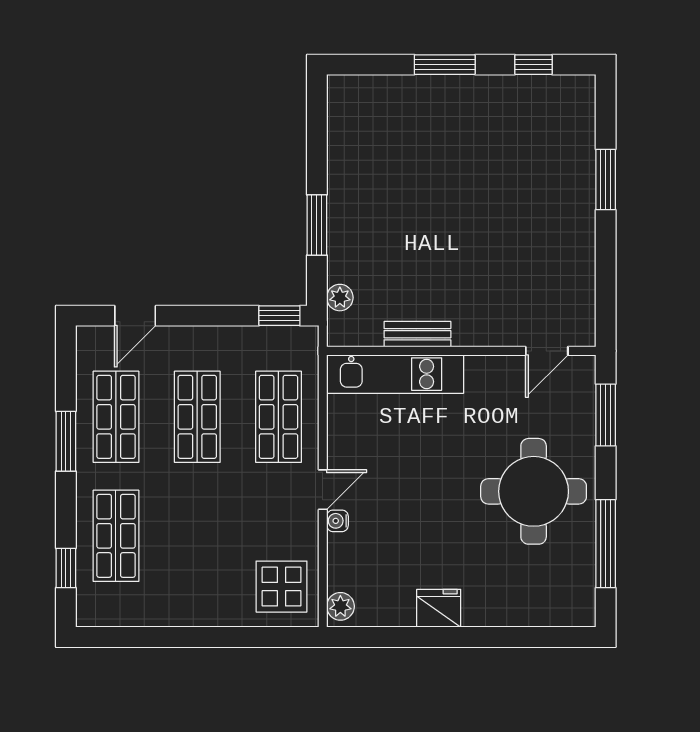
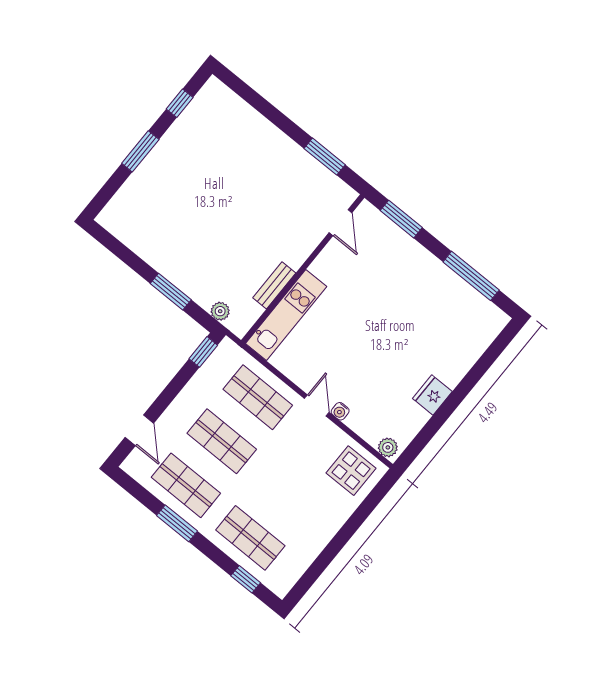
window: (606, 180) -> (325, 157), moved
round table: (534, 491) -> (411, 292), removed

